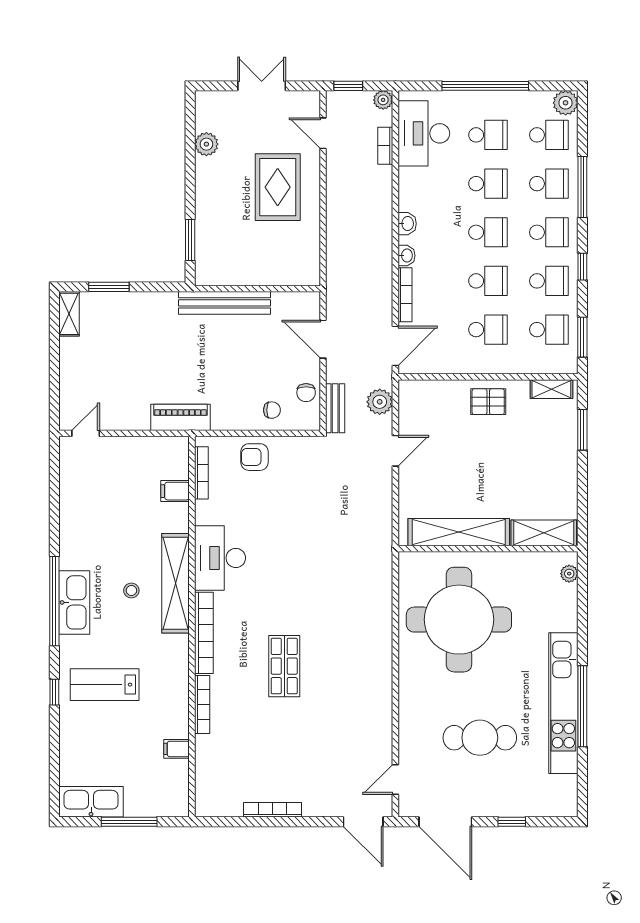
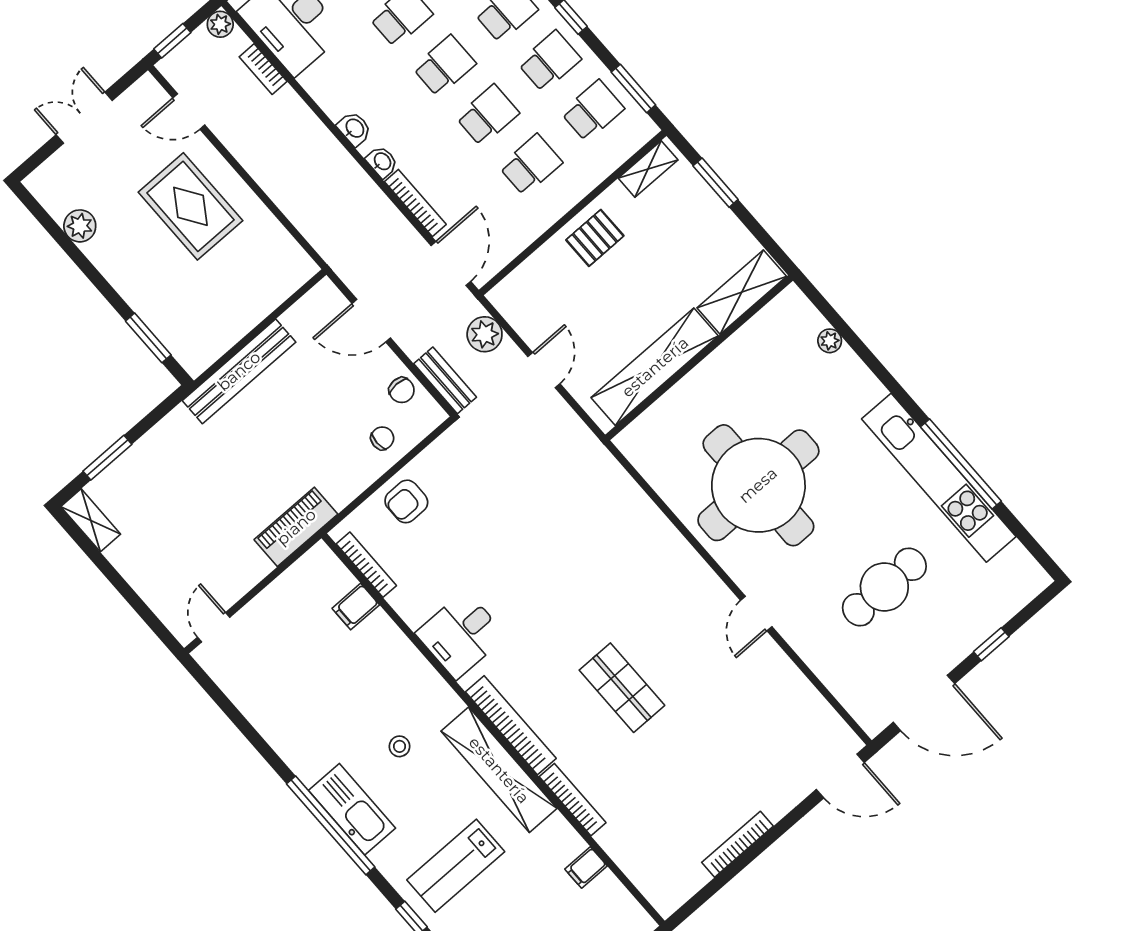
shelving: (459, 532) -> (655, 367), moved
shelving: (544, 533) -> (742, 292), moved
wall: (488, 549) -> (699, 358), moved
desk: (220, 558) -> (461, 635), width x0.73
shelving: (176, 583) -> (499, 770), moved
door: (395, 779) -> (756, 614), moved

